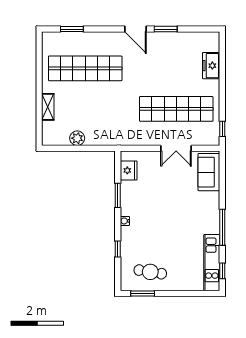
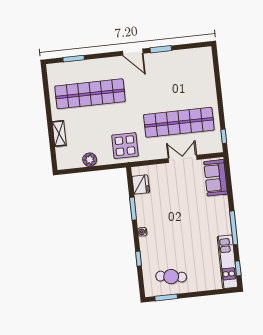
freezer: (211, 66) -> (207, 79), removed
display table: (116, 127) -> (125, 146), added
double door: (176, 148) -> (183, 159), swing flipped

